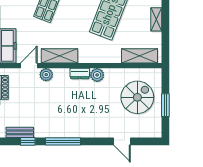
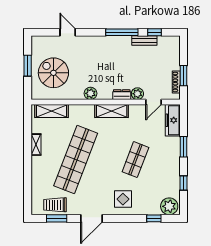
shelving: (60, 56) -> (112, 111), moved
dresser: (80, 74) -> (122, 95), moved
spiral stairs: (137, 97) -> (53, 73), turned 90
bench: (20, 132) -> (144, 41), moved

